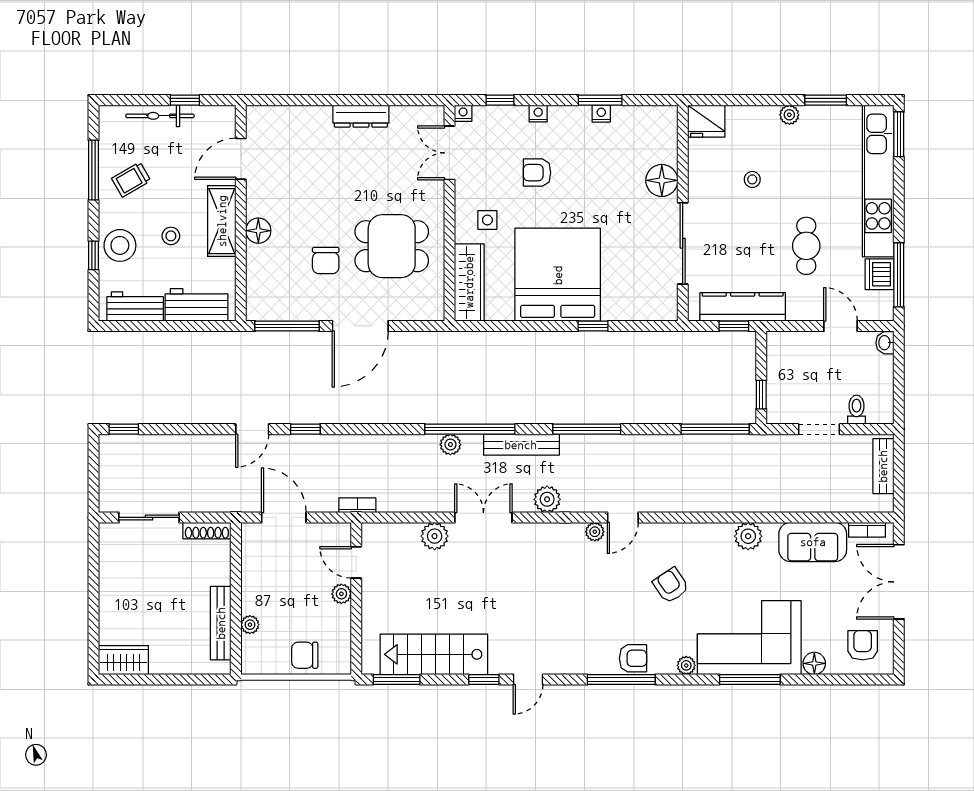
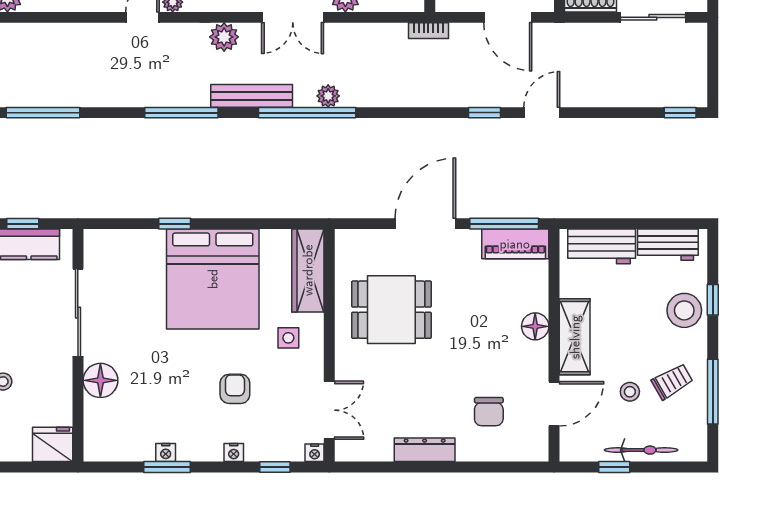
armchair: (537, 173) -> (235, 389), turned -90
stool: (171, 236) -> (630, 392), moved
chair: (326, 260) -> (489, 412), moved, turned 180
piano: (277, 307) -> (515, 244), added

